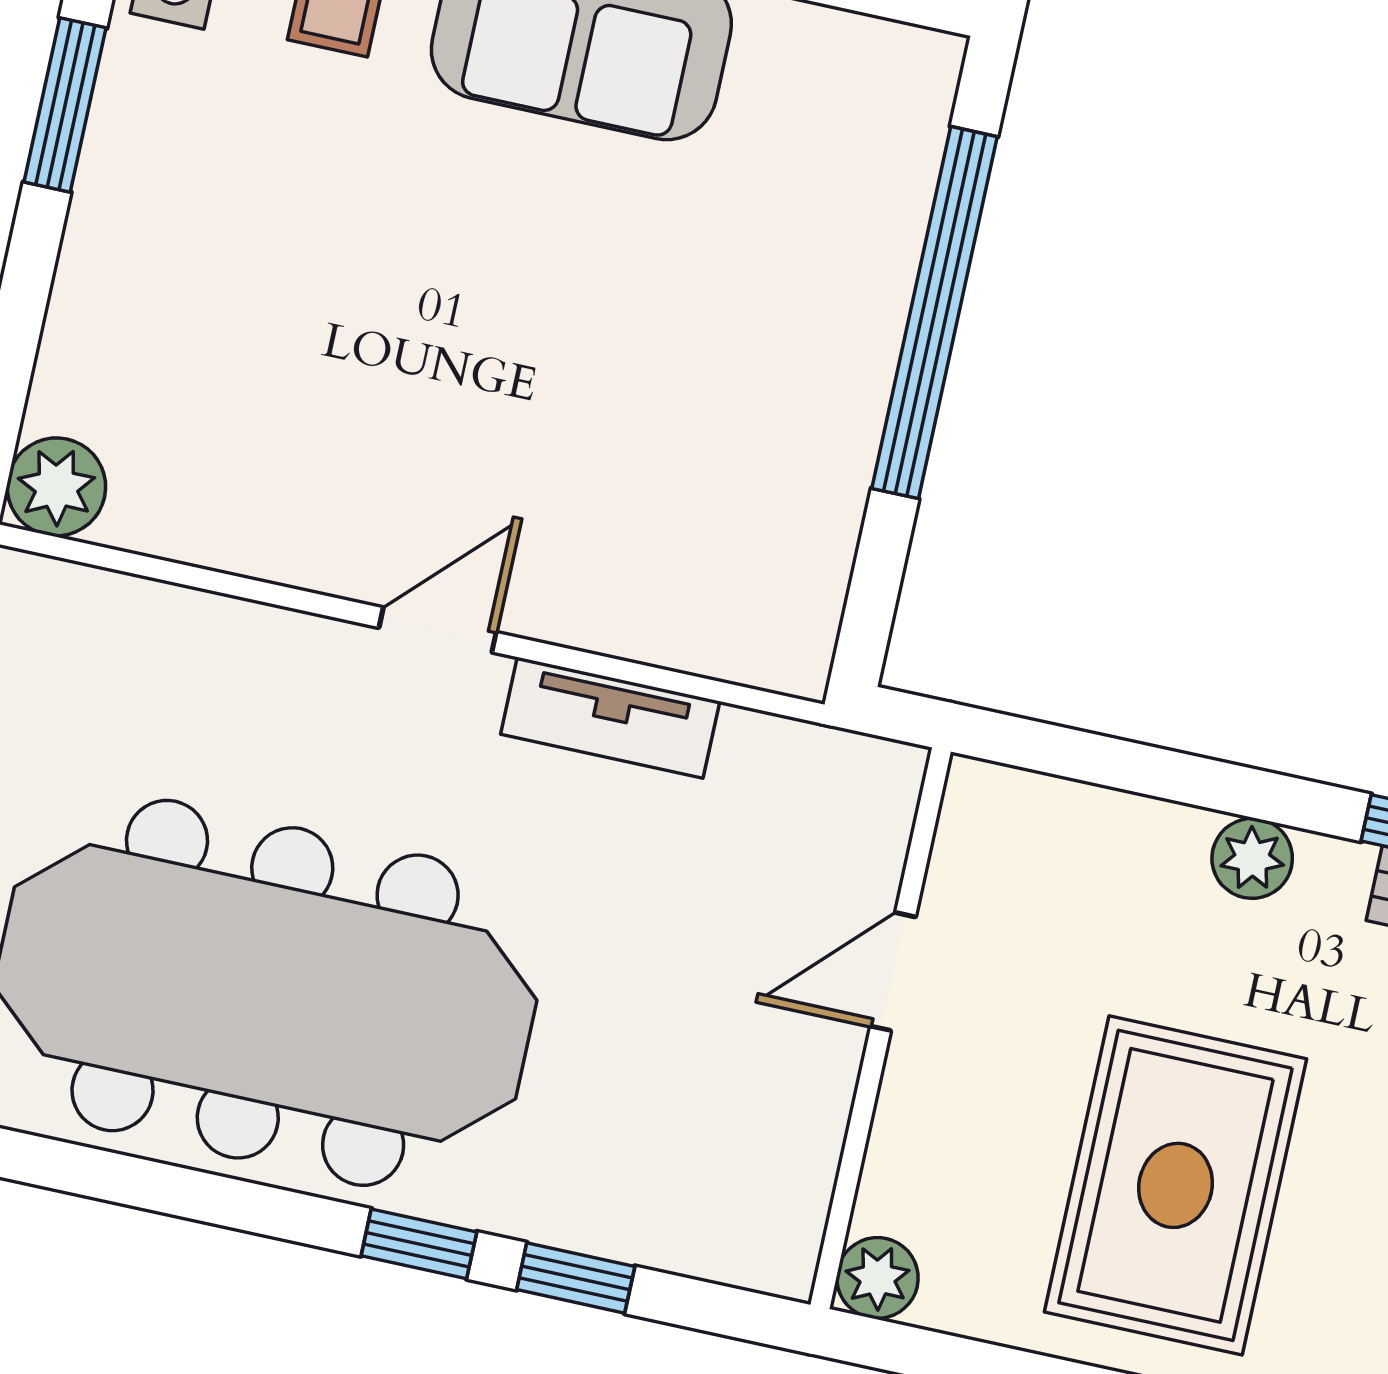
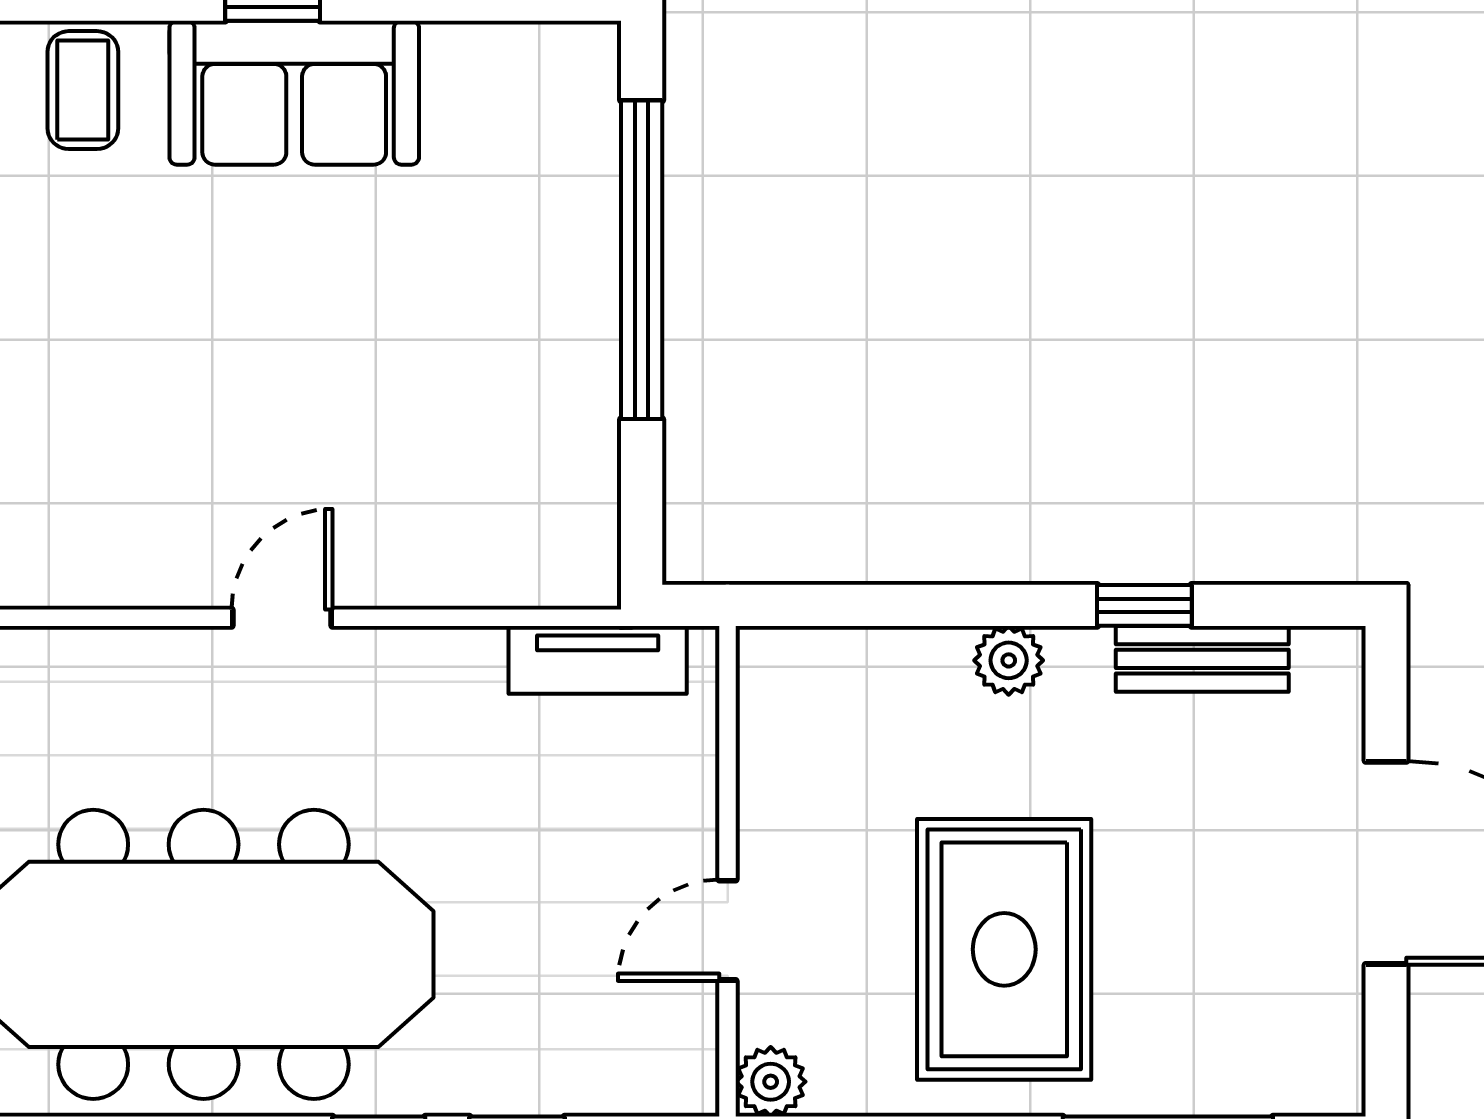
tv unit: (610, 718) -> (598, 660), moved
door: (893, 972) -> (728, 930), moved

